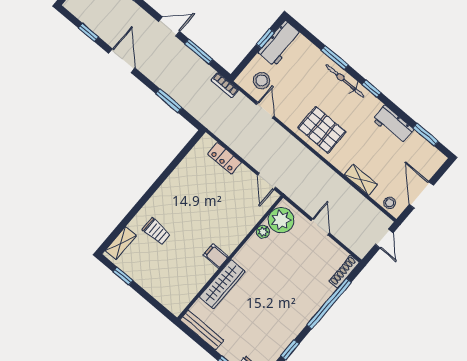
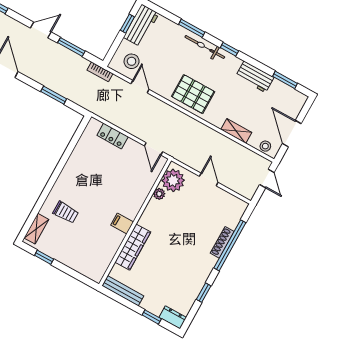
shoe rack: (344, 272) -> (222, 242), moved

